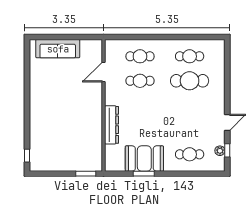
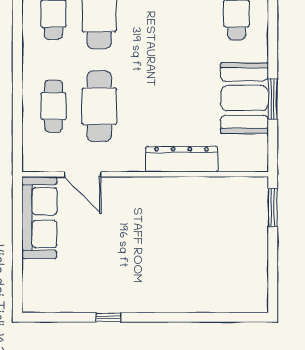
sofa: (58, 49) -> (39, 218), moved
cafe table: (140, 81) -> (99, 106), width x1.37, depth x1.35
window: (27, 156) -> (108, 317), moved

